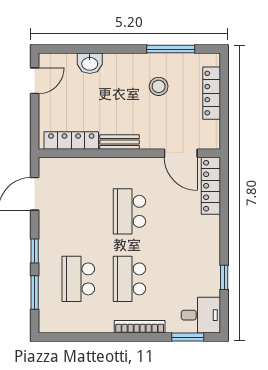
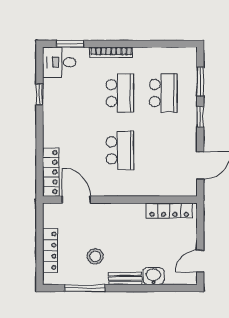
bench: (119, 142) -> (125, 279), moved

